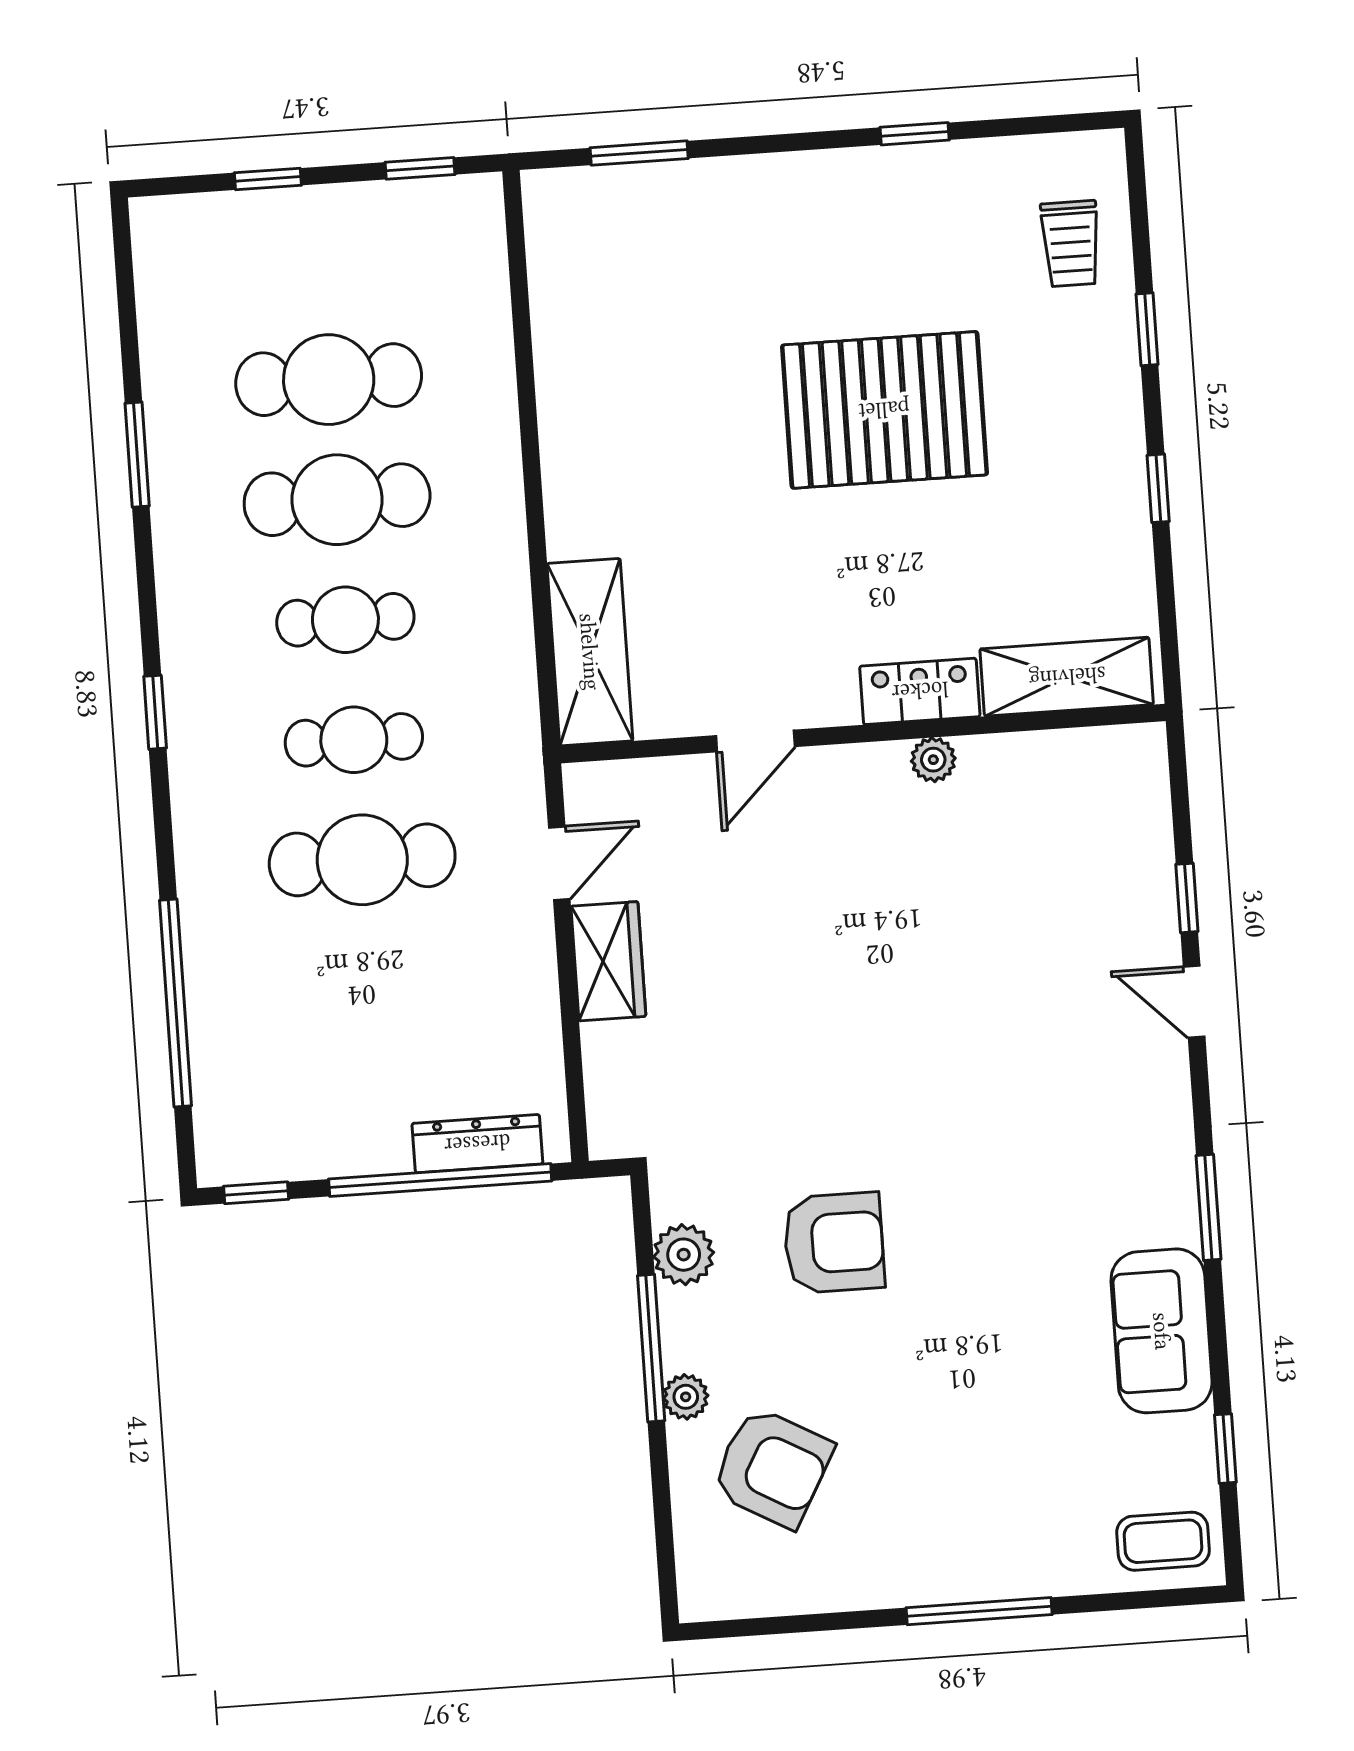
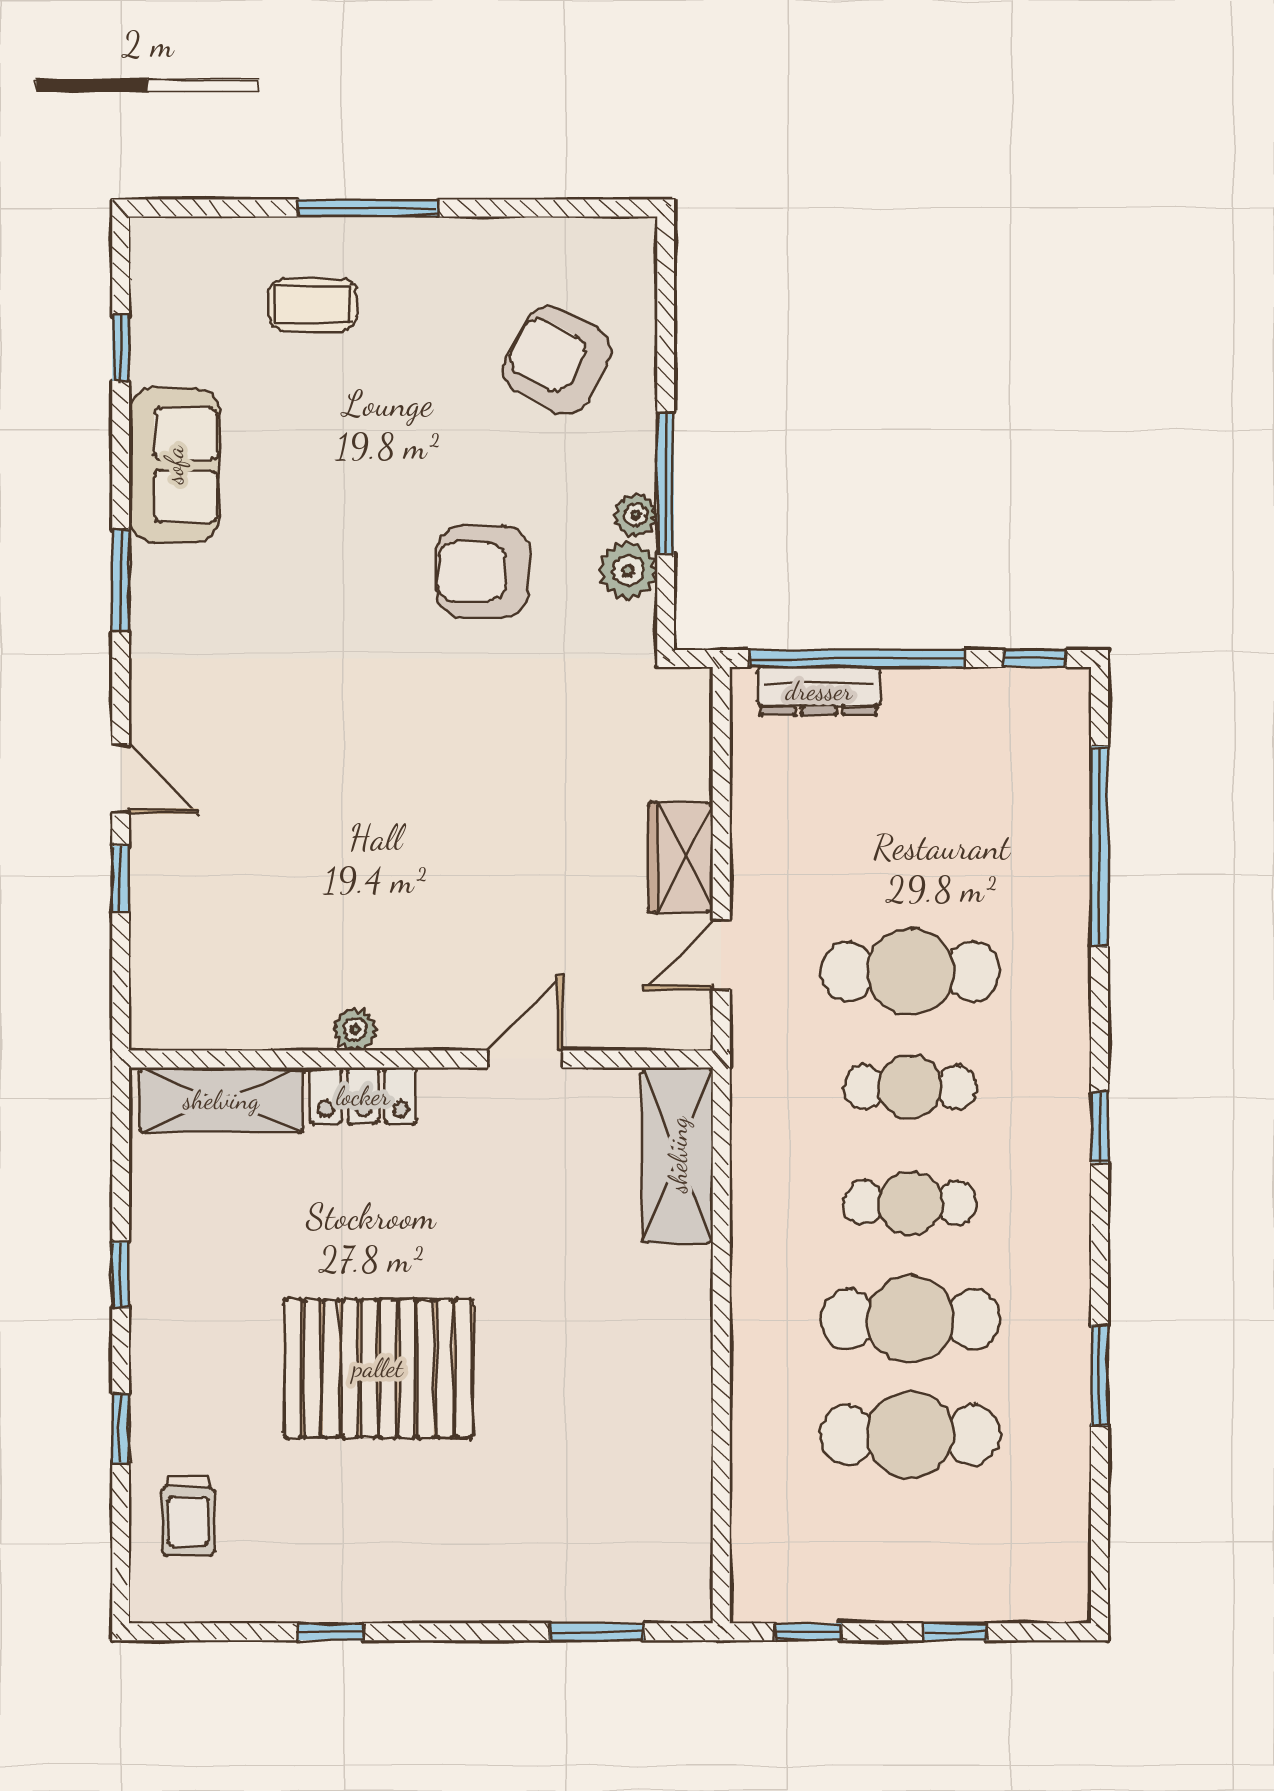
trolley: (1071, 244) -> (188, 1516), turned 180
plant: (686, 1397) -> (636, 515), moved
coffee table: (1163, 1541) -> (313, 305), moved

